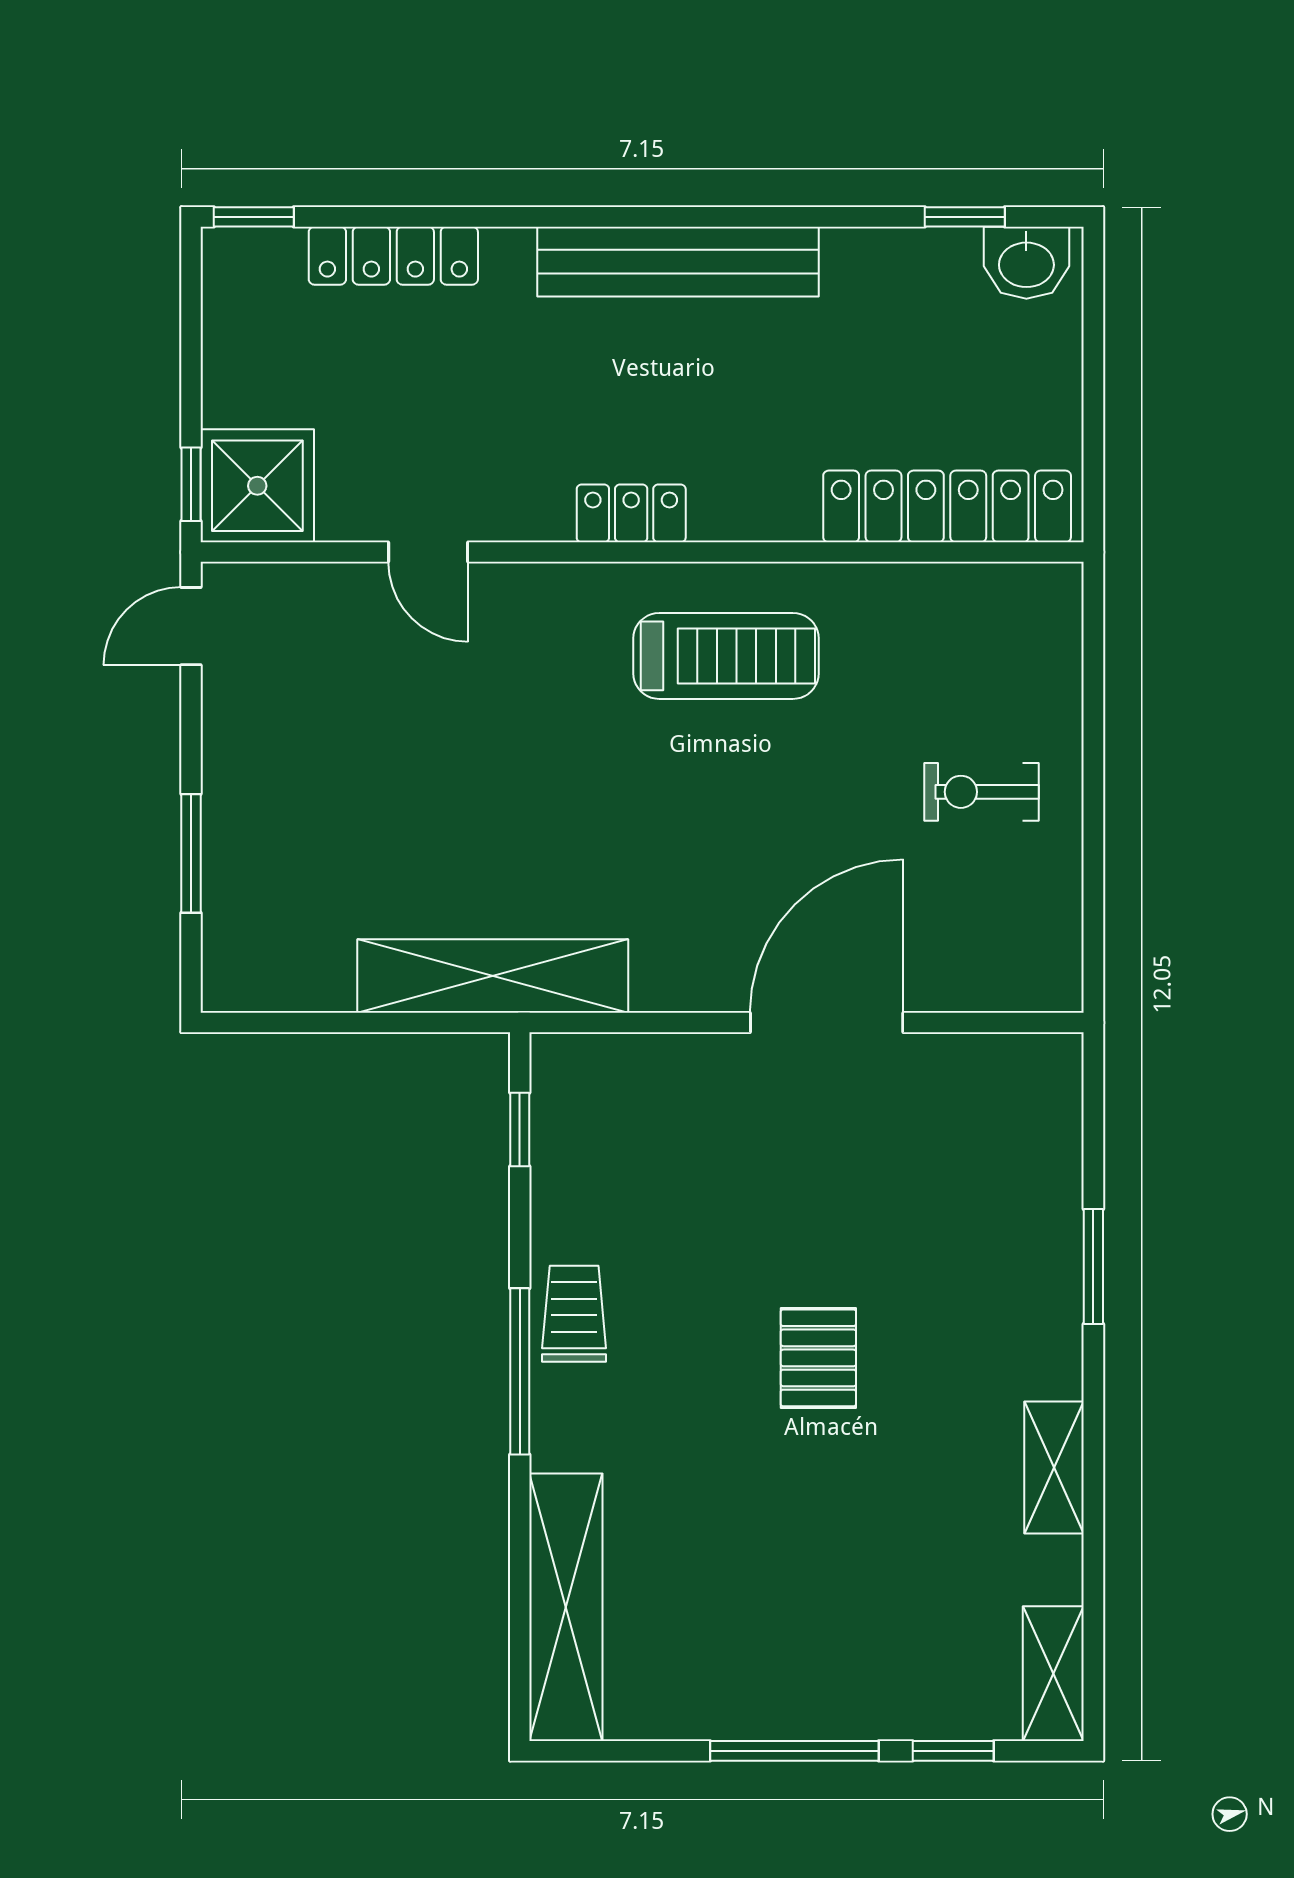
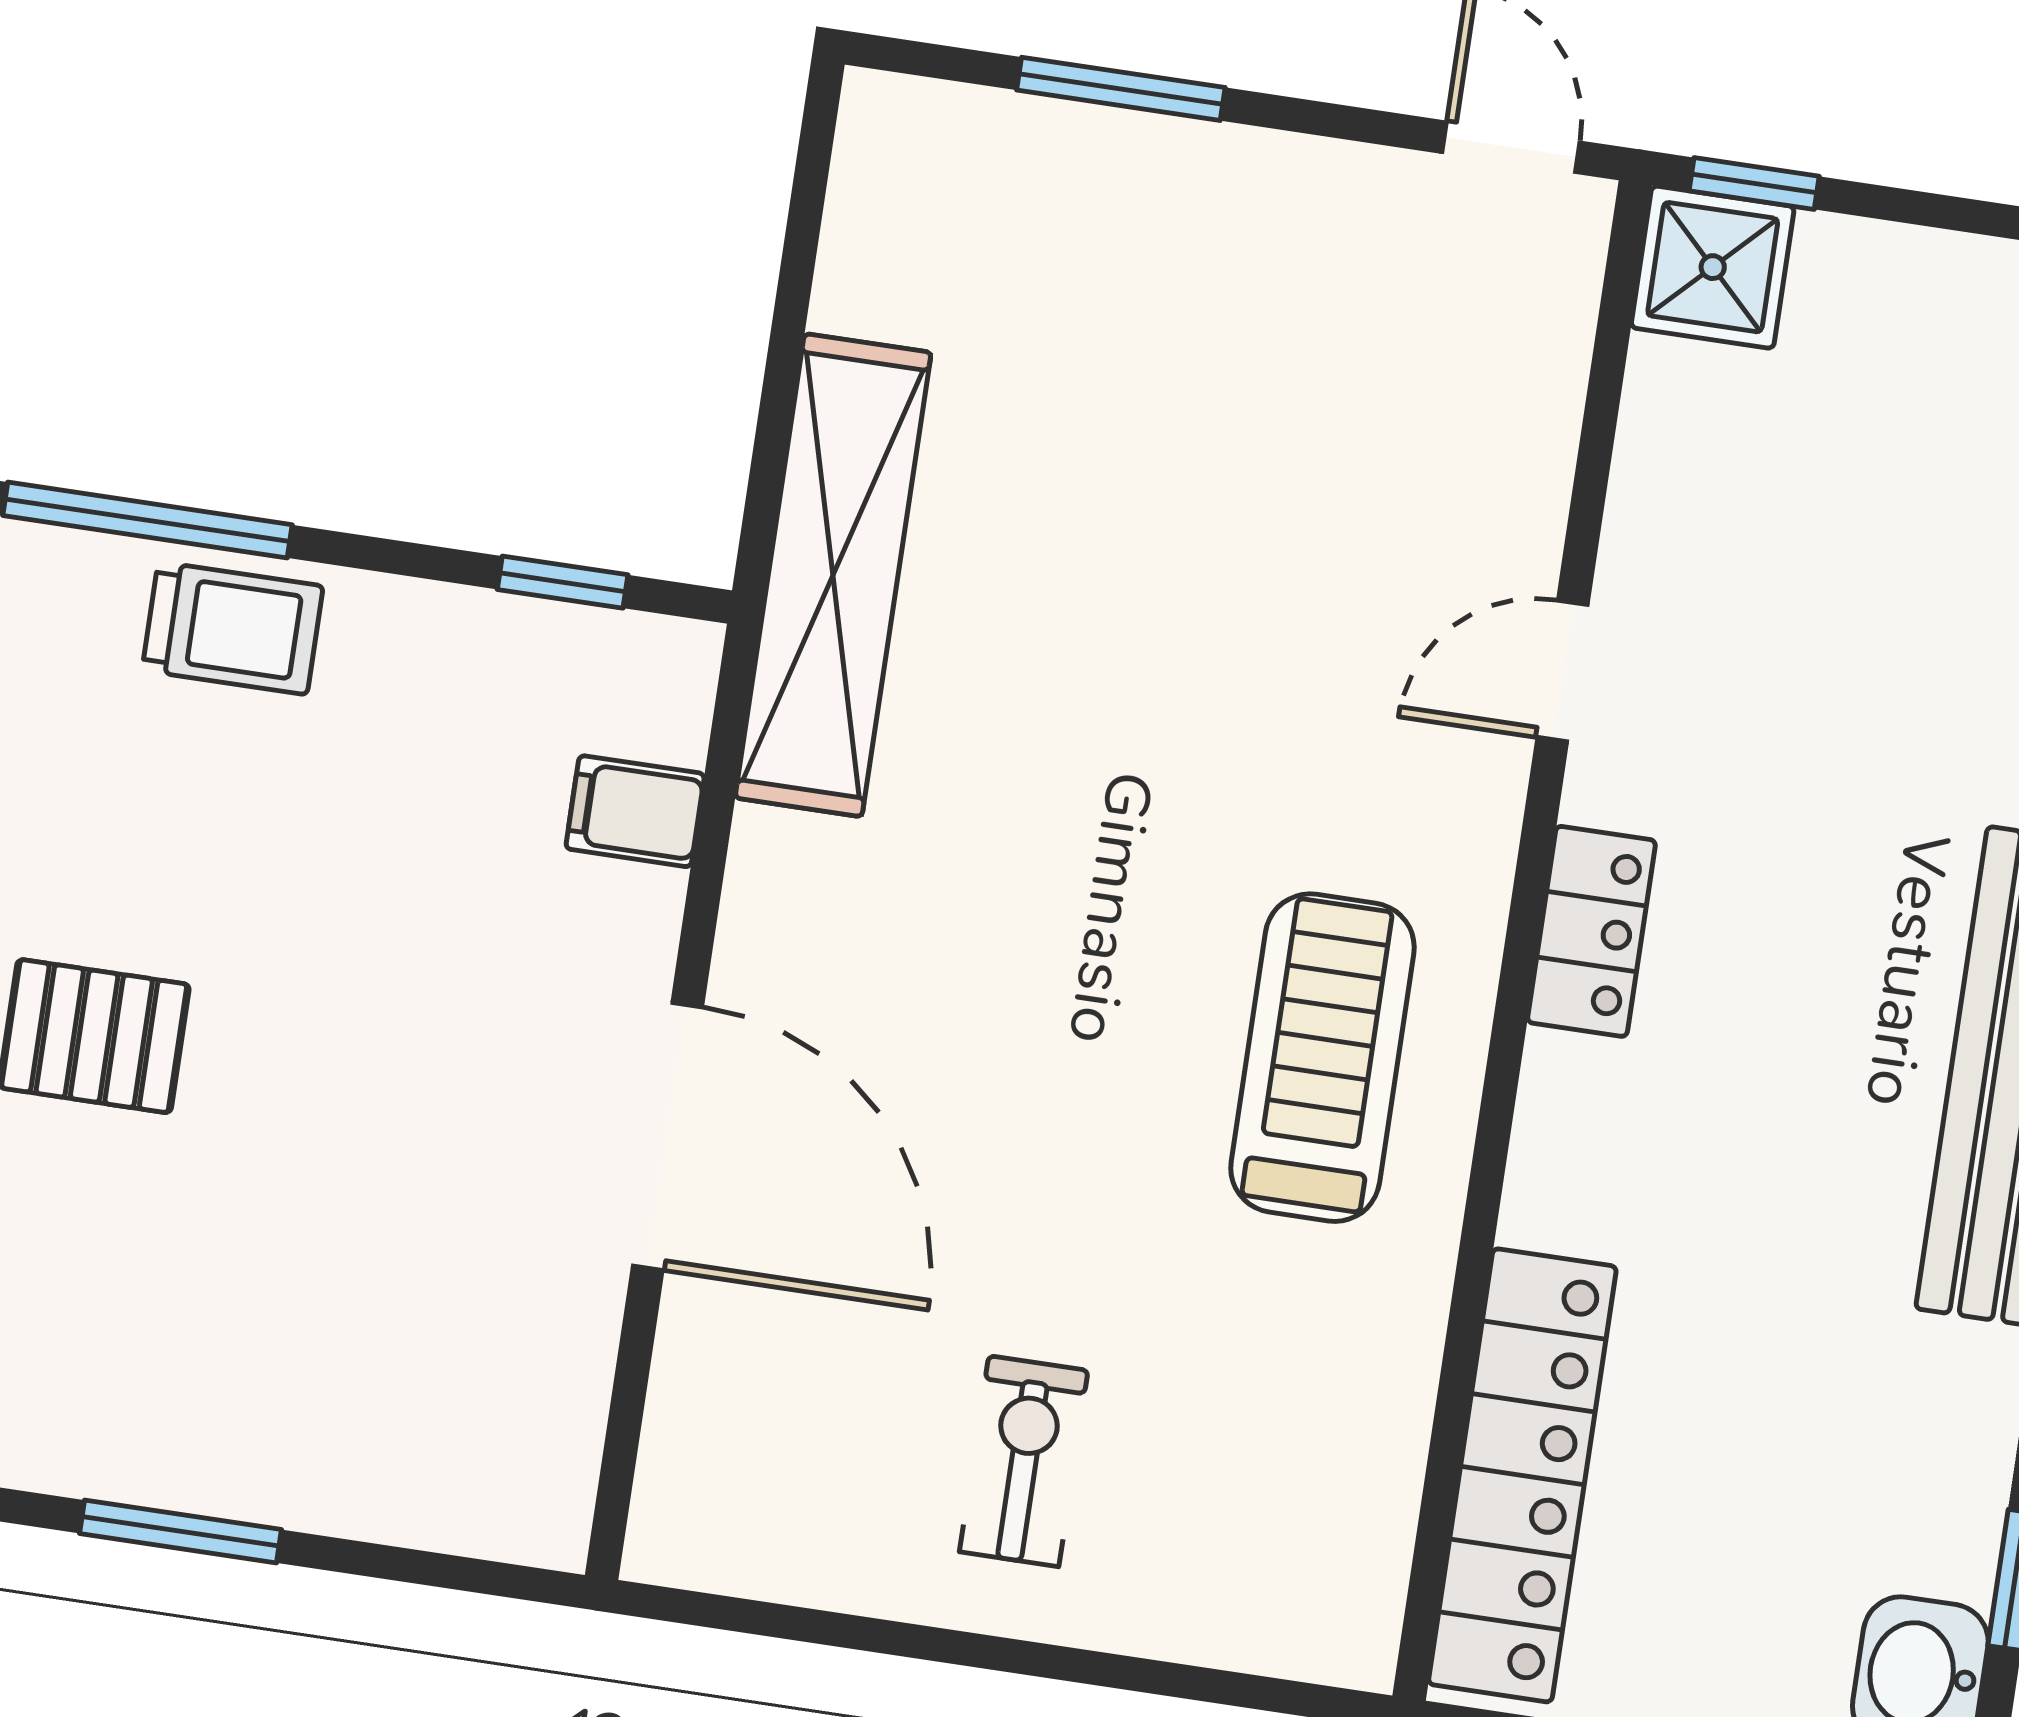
shower: (257, 486) -> (1713, 267), width x0.73, depth x0.73
door: (428, 552) -> (1563, 671), moved
treadmill: (726, 656) -> (1322, 1058), turned 180
filing cabinet: (644, 1069) -> (635, 811), added

